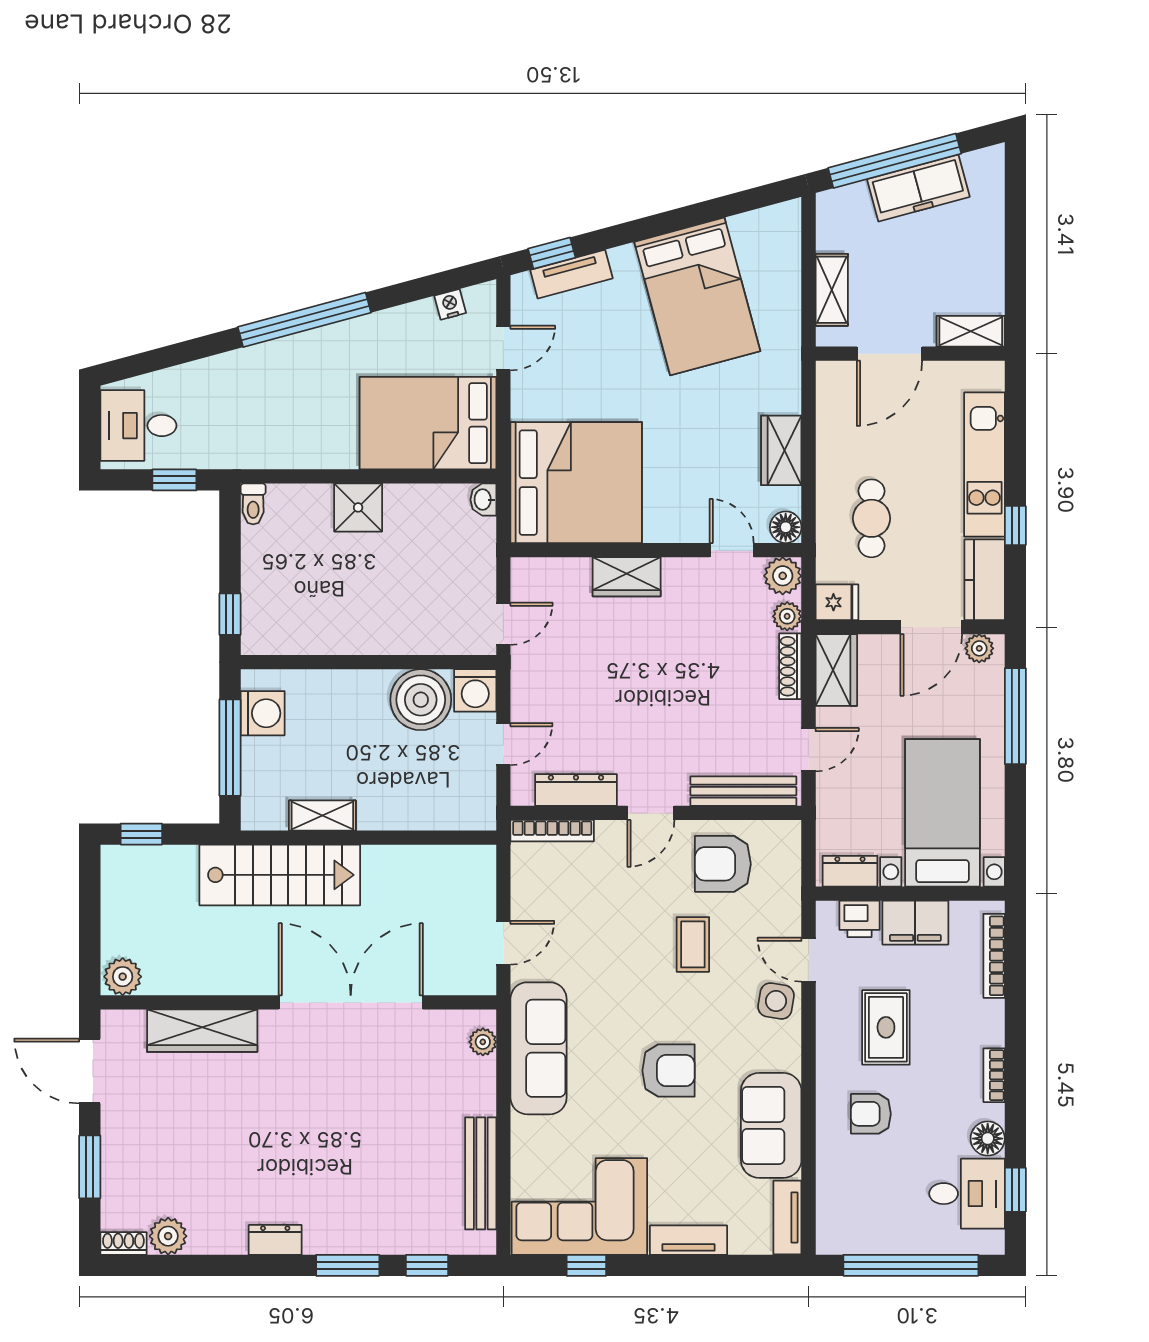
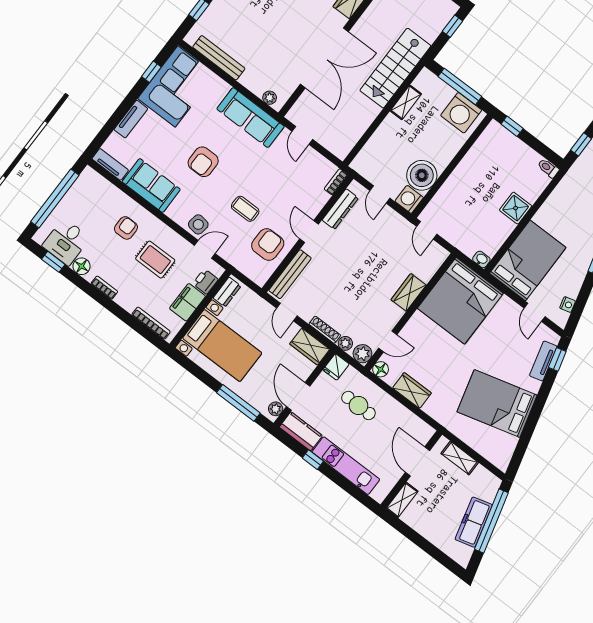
washing machine: (263, 713) -> (461, 113), width x1.37, depth x1.37
bookcase: (552, 831) -> (336, 182), width x0.64

